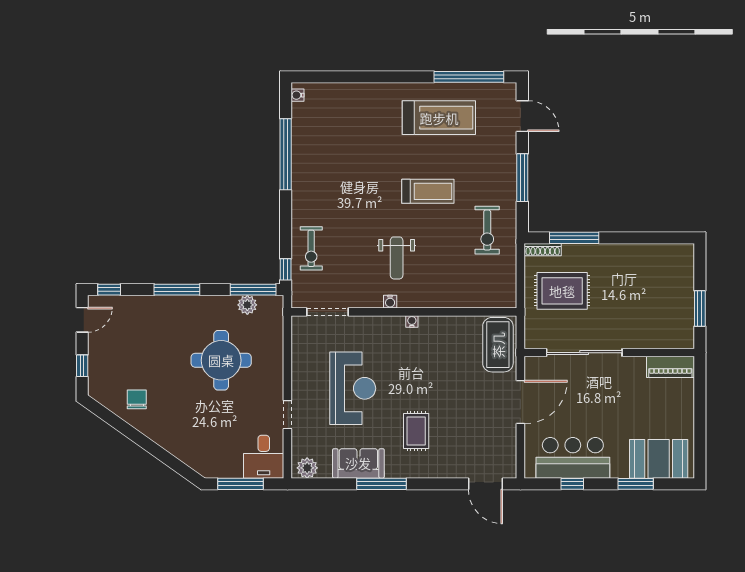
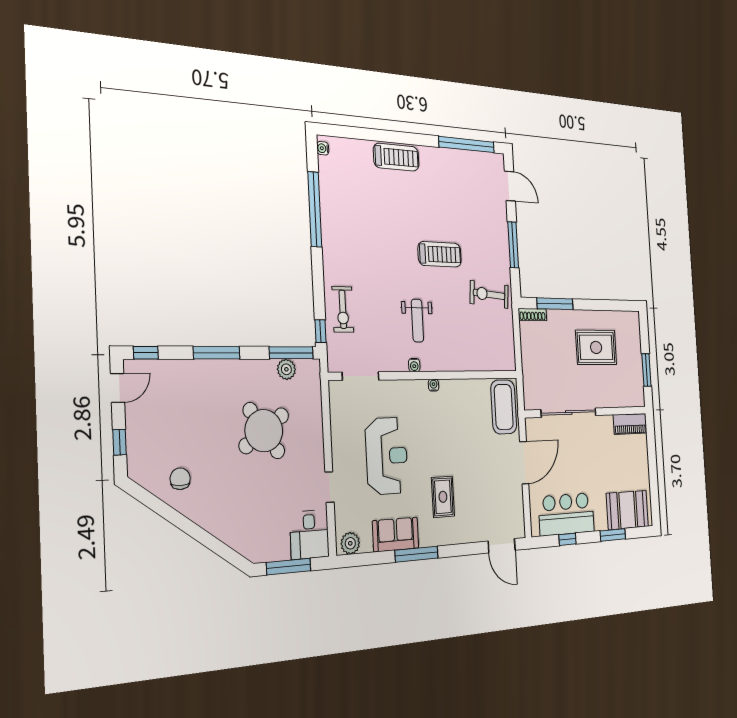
treadmill: (439, 118) -> (396, 157), moved, width x0.73, depth x0.73
exercise bike: (487, 230) -> (489, 294), turned 95
rug: (562, 291) -> (596, 347), moved
round table: (221, 360) -> (264, 431), turned -35

